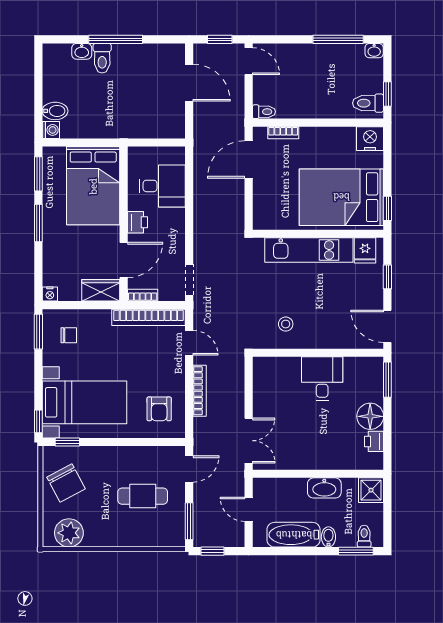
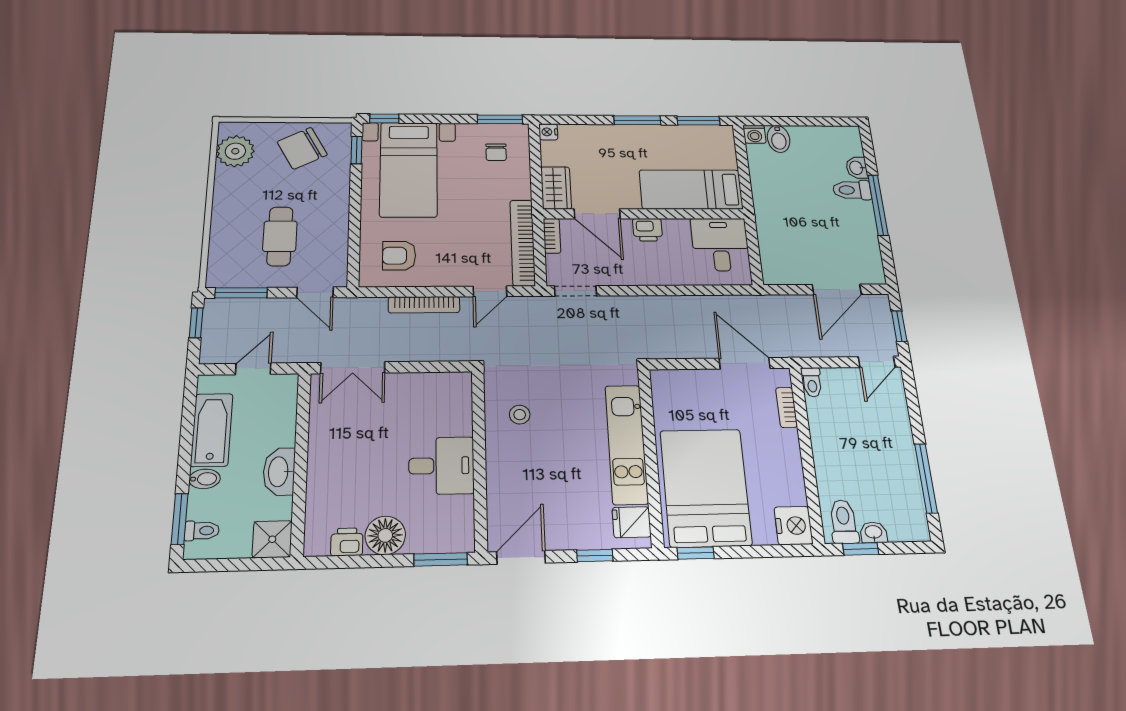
washbasin: (374, 51) -> (874, 532), moved, turned 90
bed: (93, 186) -> (691, 190), width x0.67
desk: (162, 186) -> (720, 244), moved, turned 180

